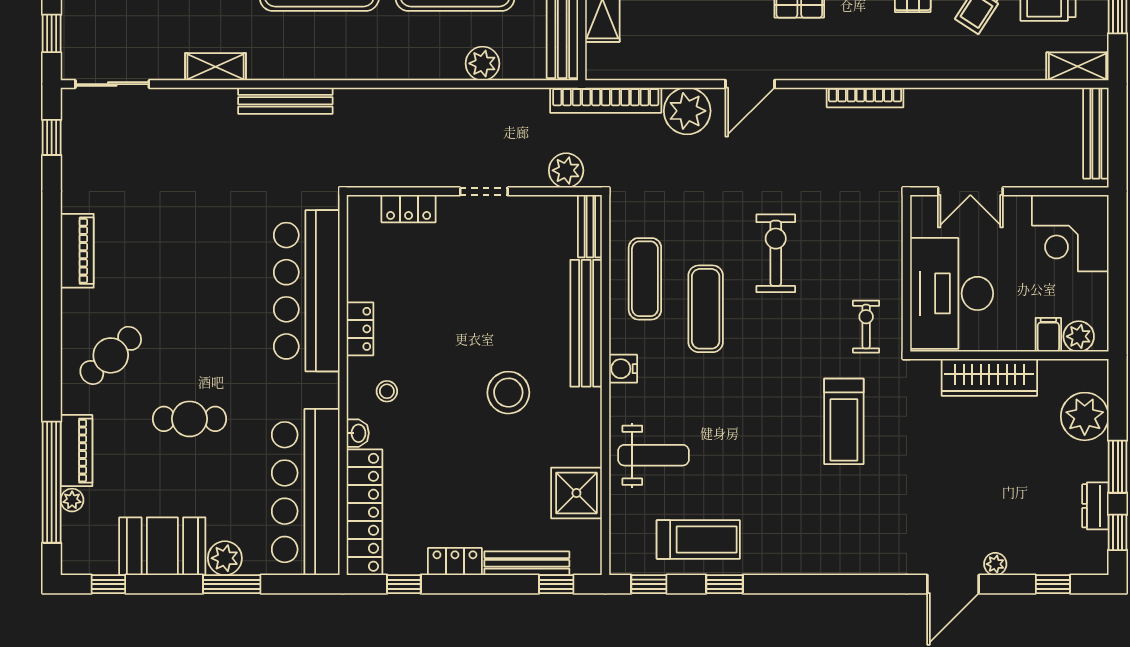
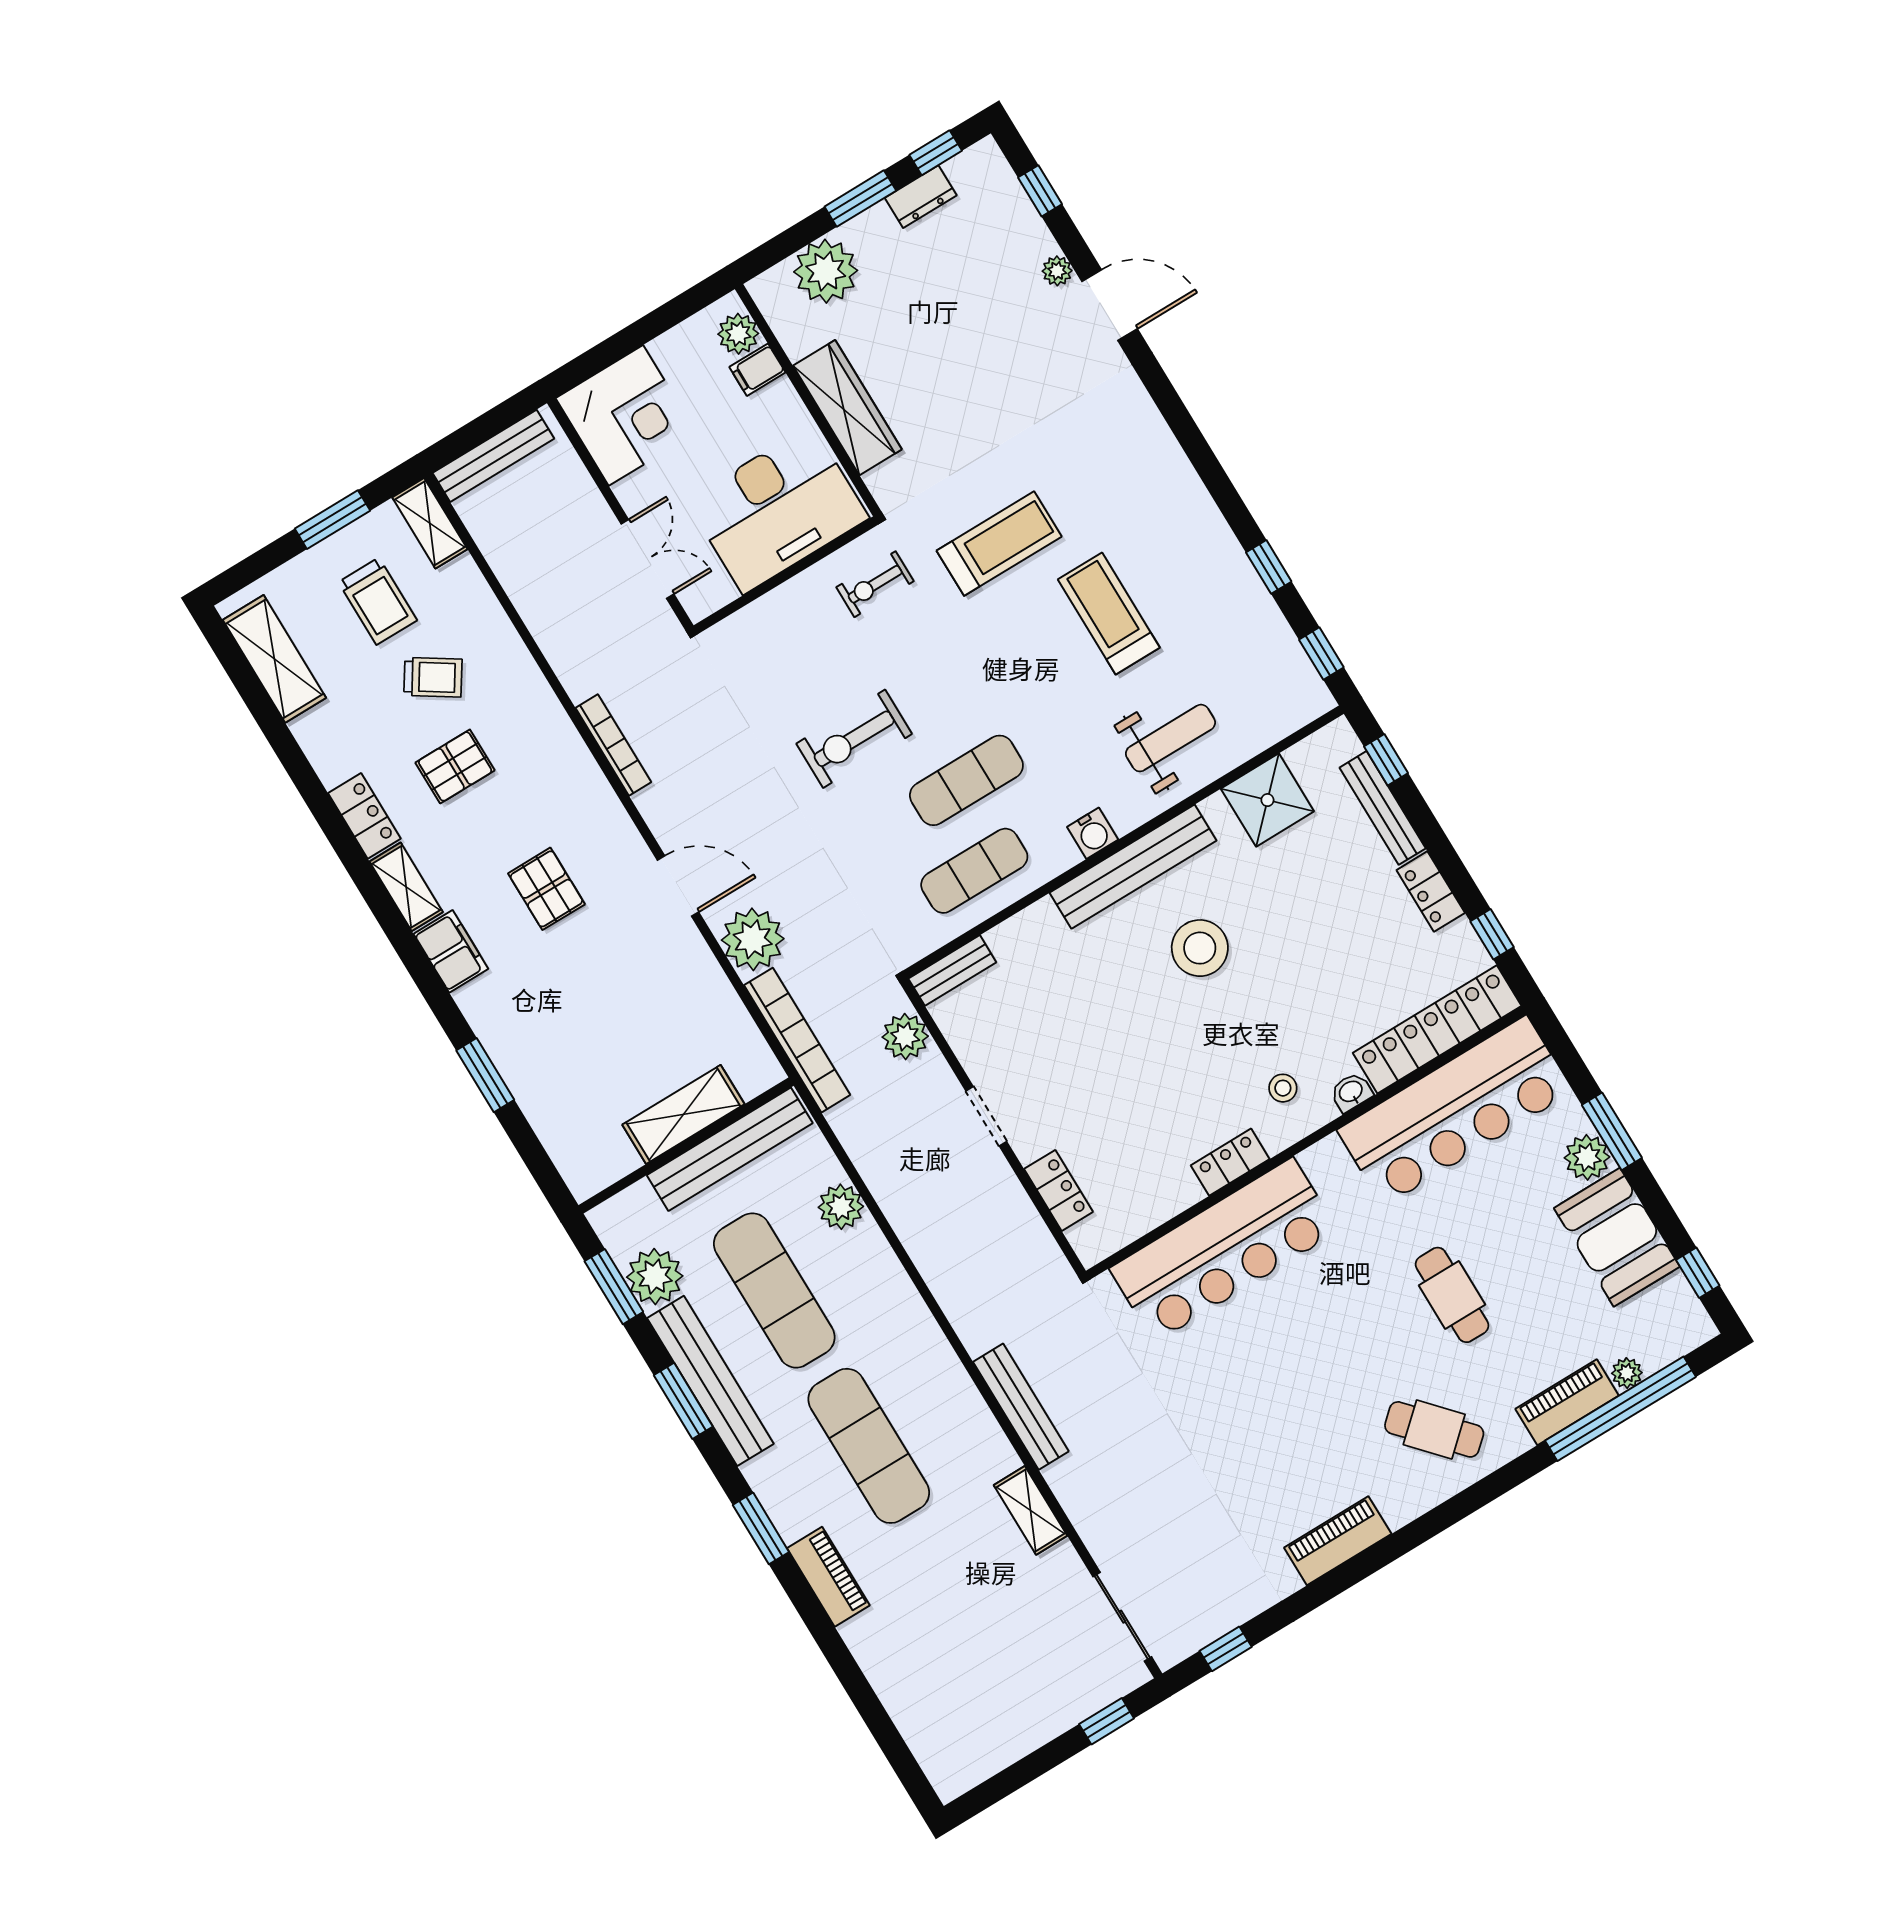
bench: (586, 323) -> (1133, 867), moved
weight bench: (654, 455) -> (1170, 738), turned 90
treadmill: (698, 539) -> (1109, 614), moved

